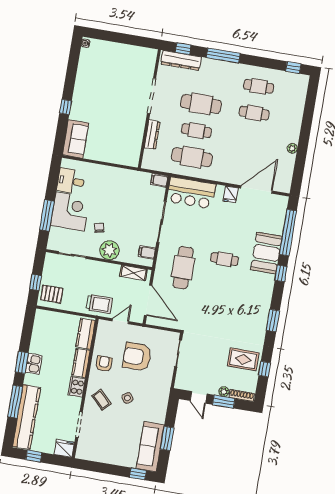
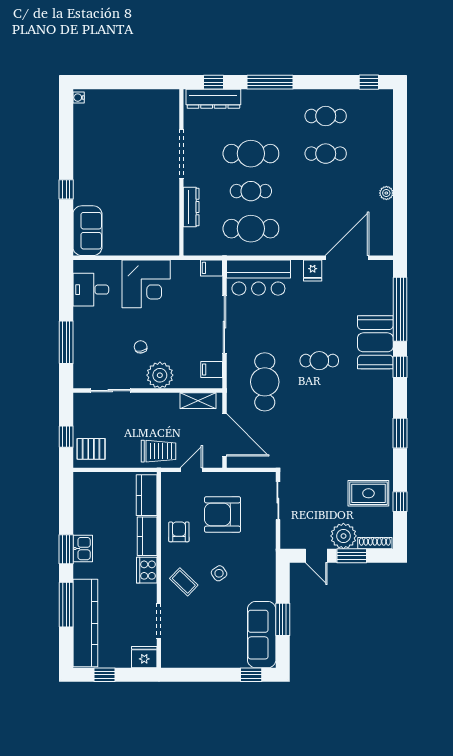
corner desk: (70, 211) -> (146, 284), moved, turned 90
plant: (224, 392) -> (343, 536), width x1.88, depth x1.88

